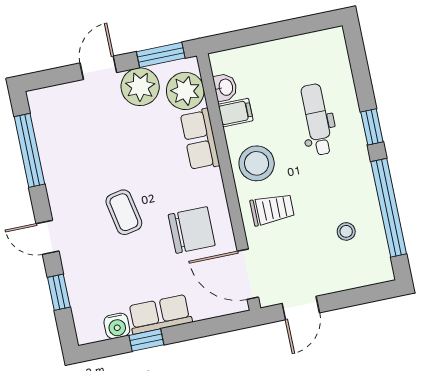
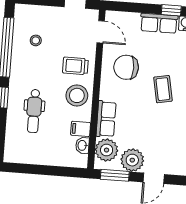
door: (248, 274) -> (101, 32), width x0.73

